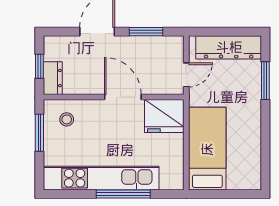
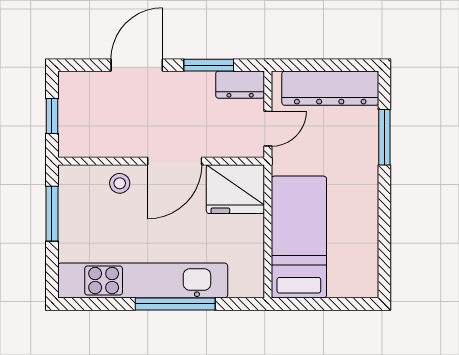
dresser: (53, 78) -> (240, 85), moved, turned 90
door: (123, 97) -> (175, 161), swing flipped
stool: (67, 119) -> (120, 183), moved

